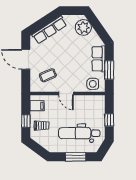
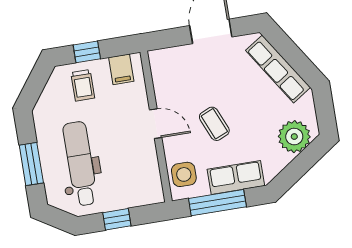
window: (109, 70) -> (217, 203), width x1.44
coffee table: (48, 75) -> (214, 124), moved
door: (66, 93) -> (156, 124), swing flipped

